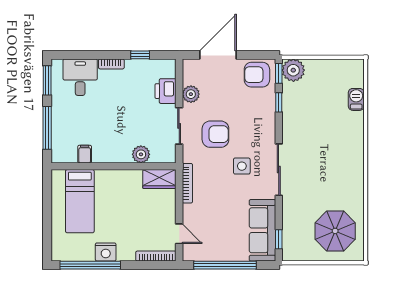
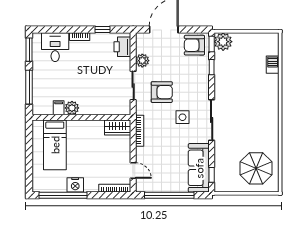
printer: (166, 91) -> (122, 47), moved
plant: (141, 154) -> (72, 108), moved

